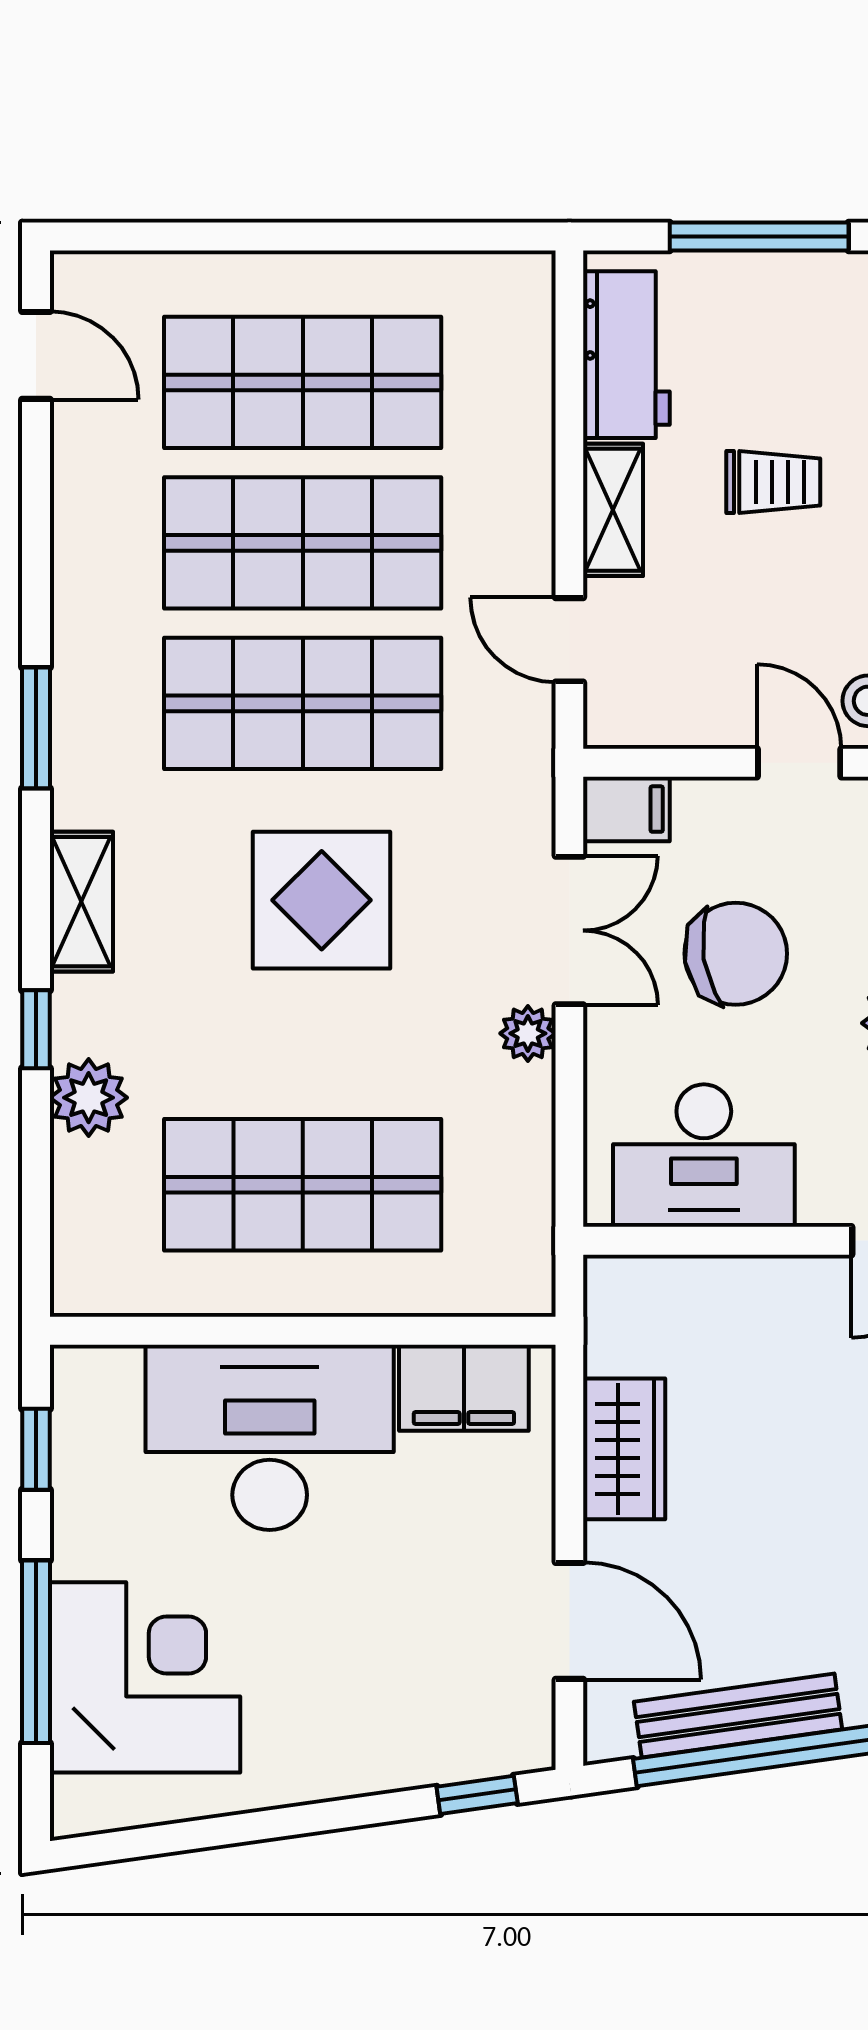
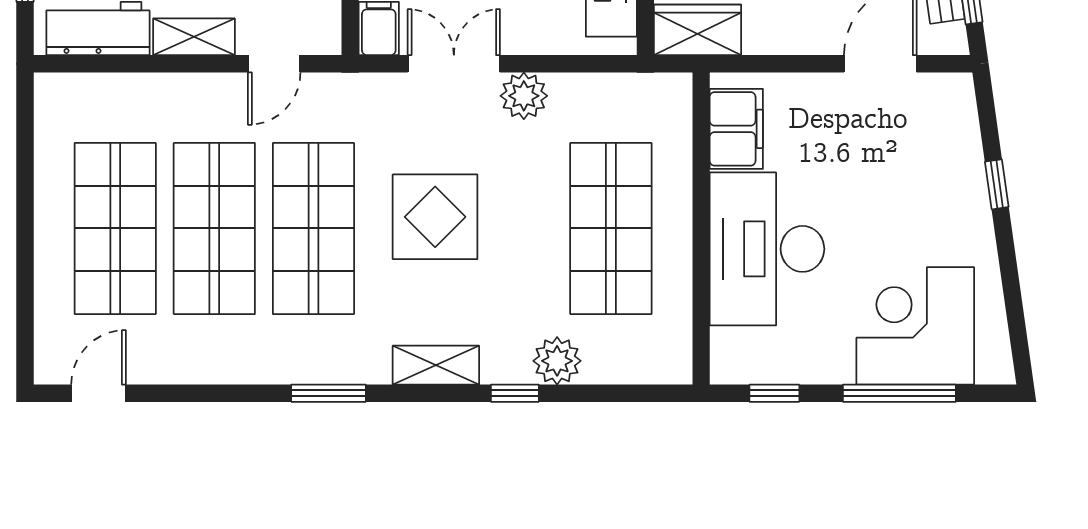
plant: (528, 1033) -> (524, 96), width x1.38, depth x1.38
wardrobe: (624, 1449) -> (698, 30), moved
window: (477, 1795) -> (997, 184), moved

